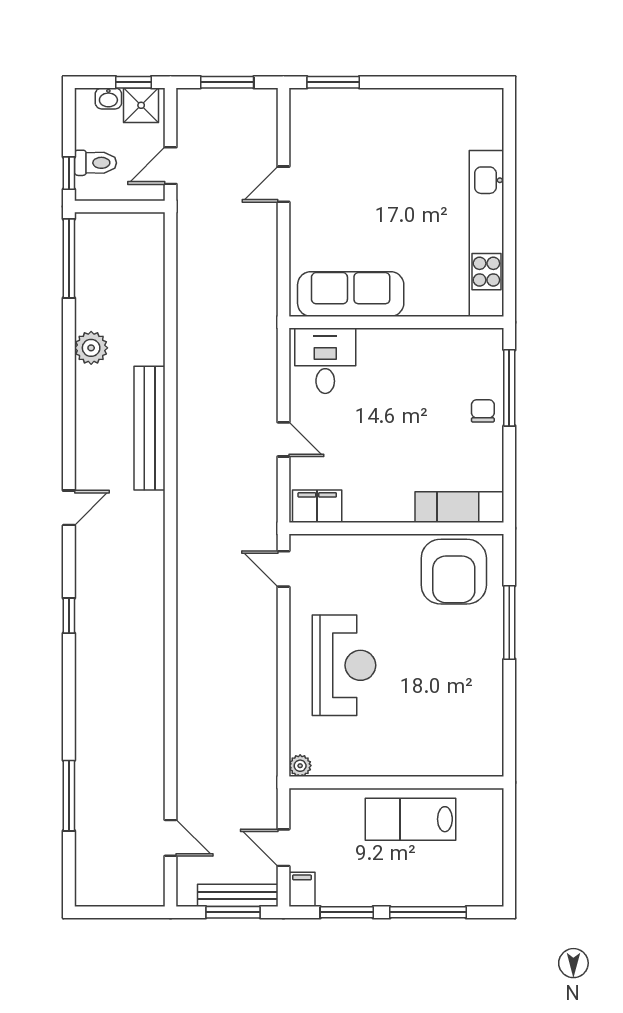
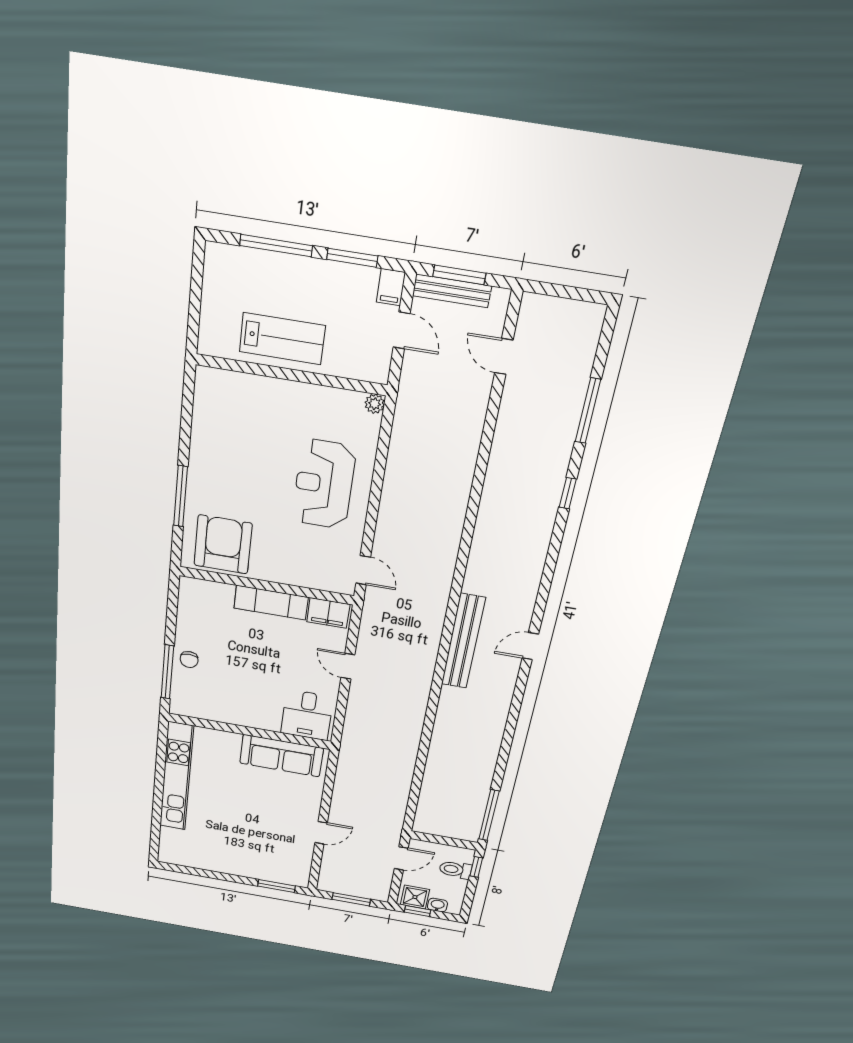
plant: (91, 348) -> (486, 755), removed
bench: (149, 428) -> (463, 641), moved
exam couch: (459, 507) -> (271, 603), moved
window: (69, 616) -> (568, 493), moved

